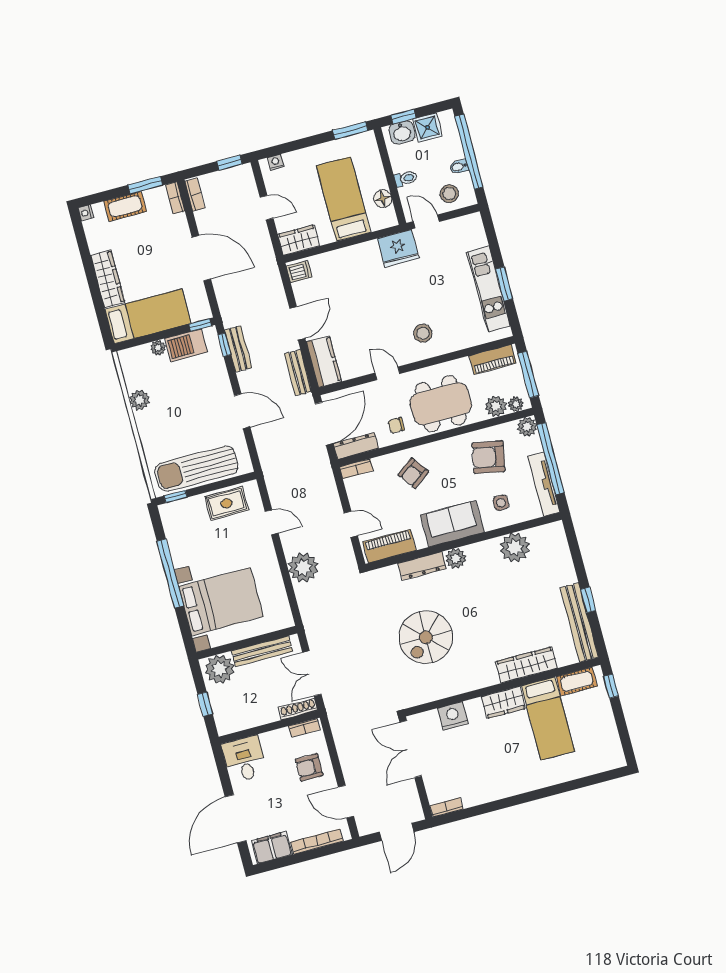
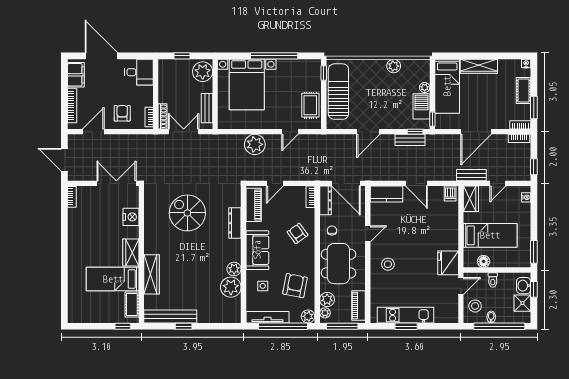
bench: (298, 373) -> (471, 175), moved
plant: (456, 558) -> (234, 269), moved
bench: (262, 651) -> (207, 108), width x0.73

